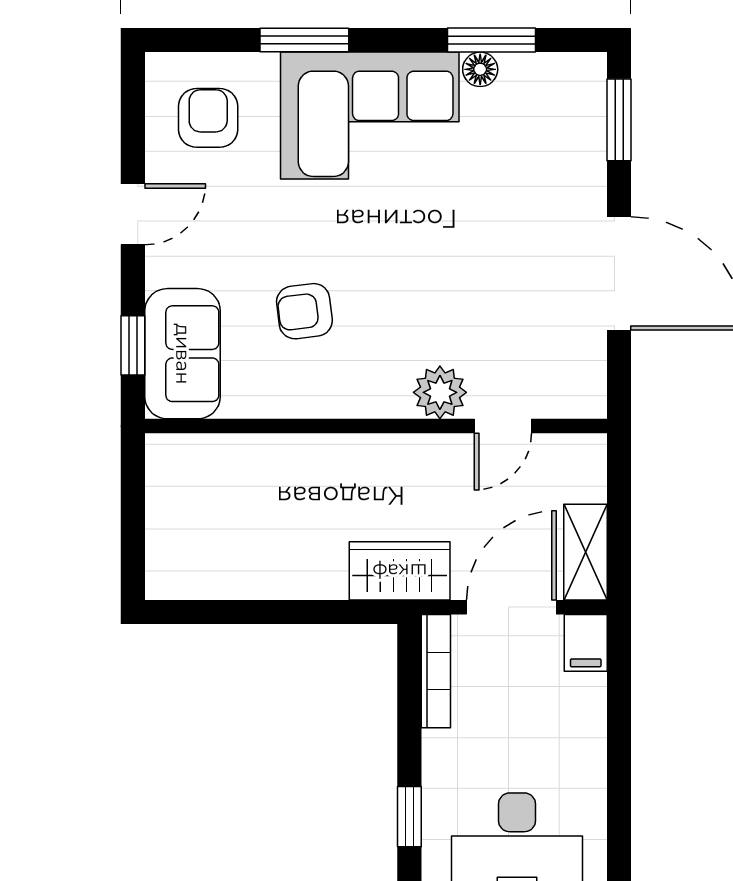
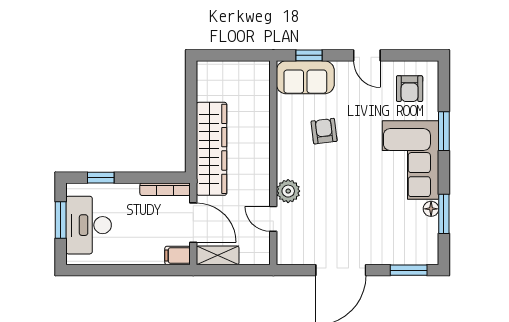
armchair: (208, 118) -> (410, 89), turned 90
wardrobe: (400, 571) -> (212, 149), width x2.10, depth x1.17

